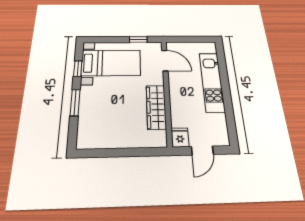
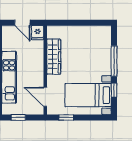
window: (196, 39) -> (18, 117), added
window: (75, 103) -> (114, 61), width x1.44
door: (202, 151) -> (22, 23), swing flipped

